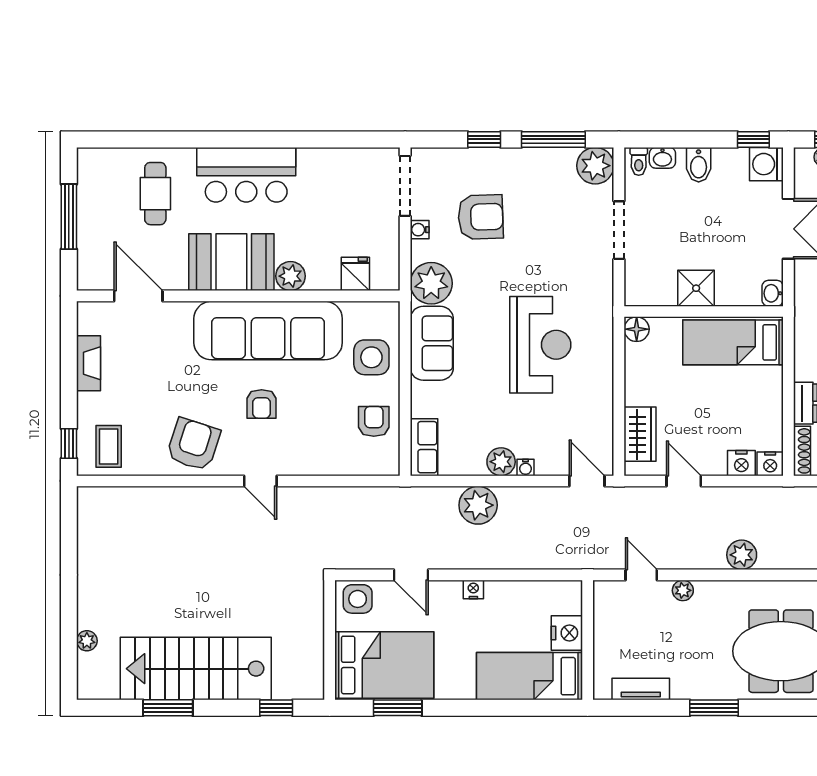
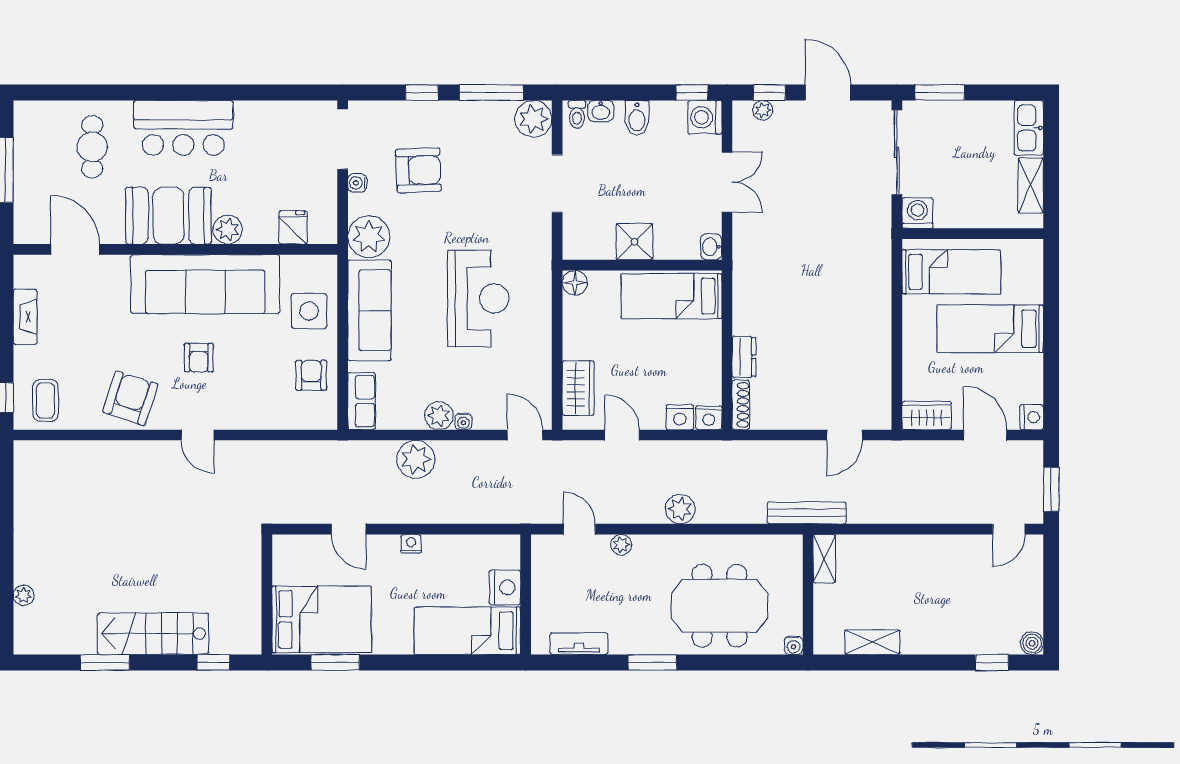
sofa: (432, 343) -> (369, 310), width x1.36
side table: (358, 599) -> (295, 553), removed
stairs: (196, 669) -> (153, 634), width x0.73, depth x0.66

